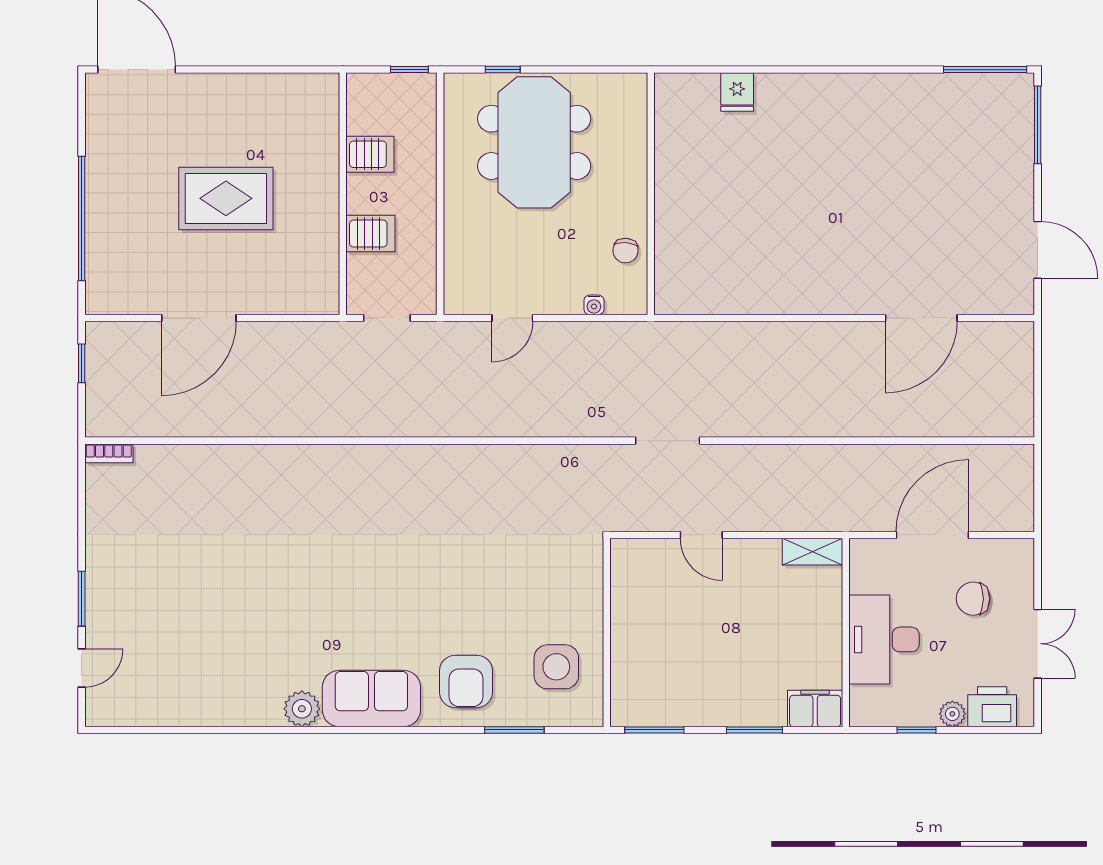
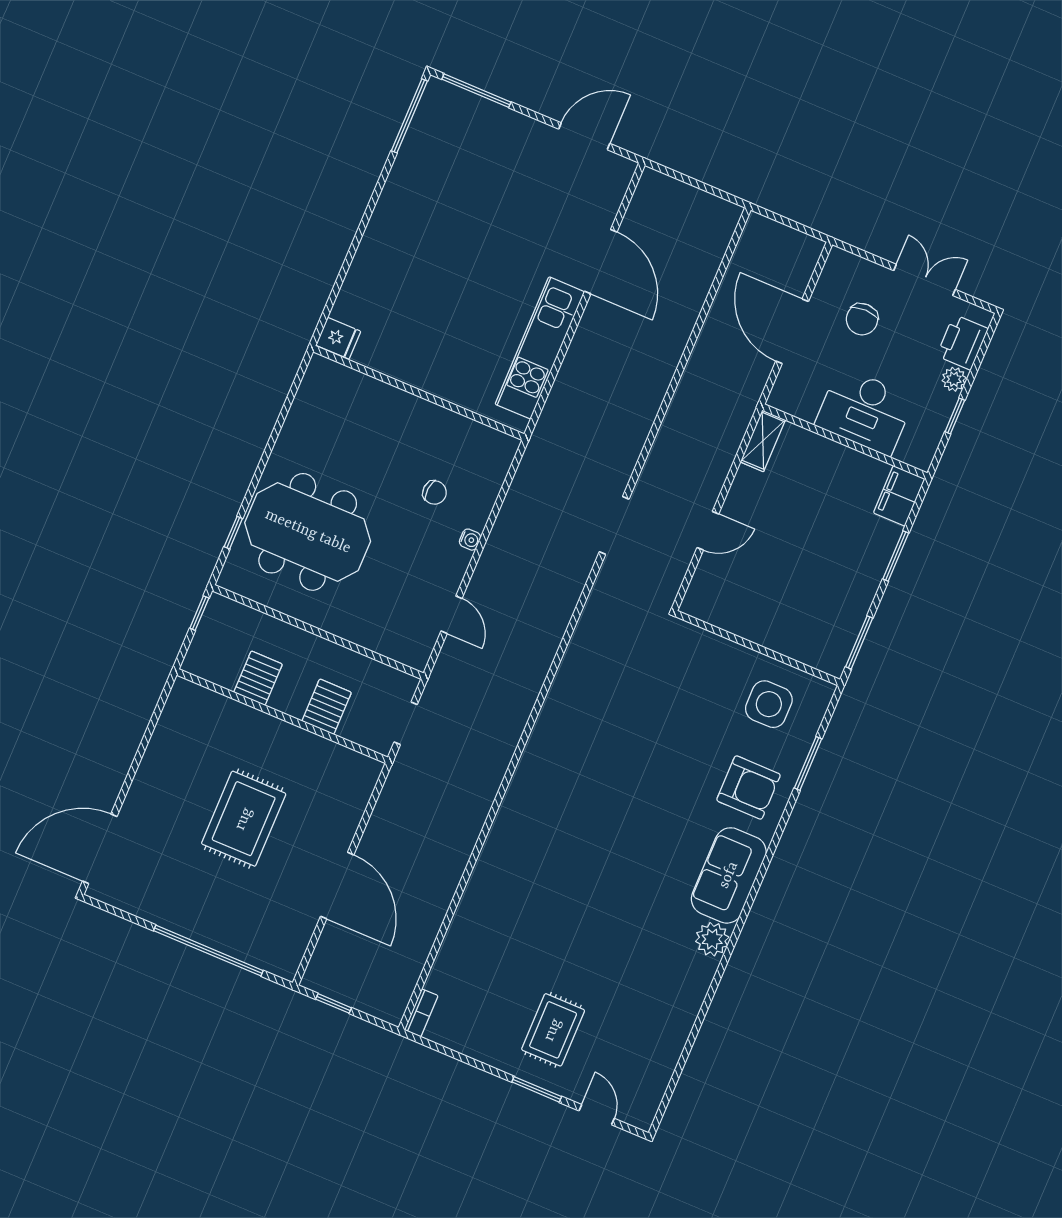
wall: (651, 194) -> (419, 393), moved
kitchen unit: (811, 294) -> (540, 348), added
rug: (147, 590) -> (553, 1030), added

